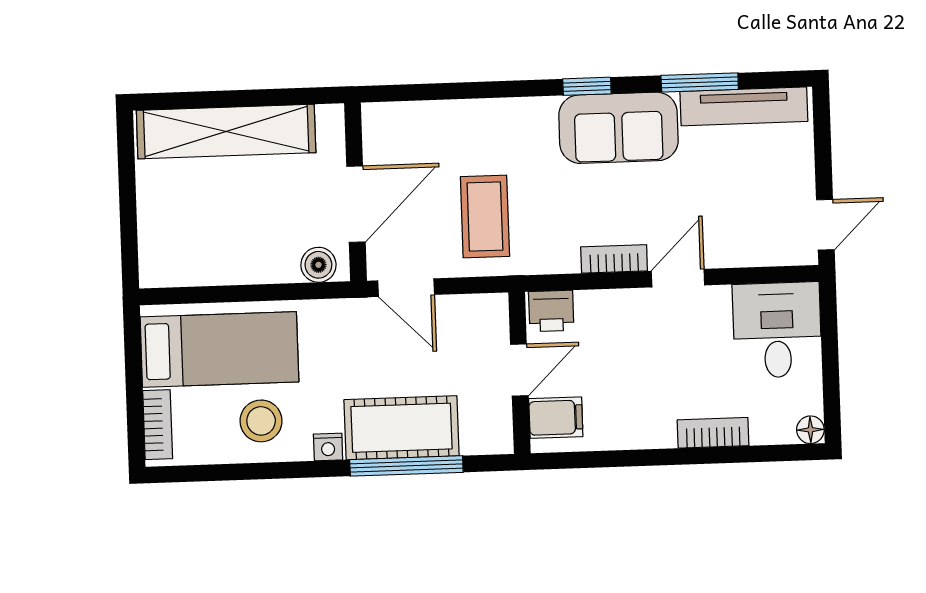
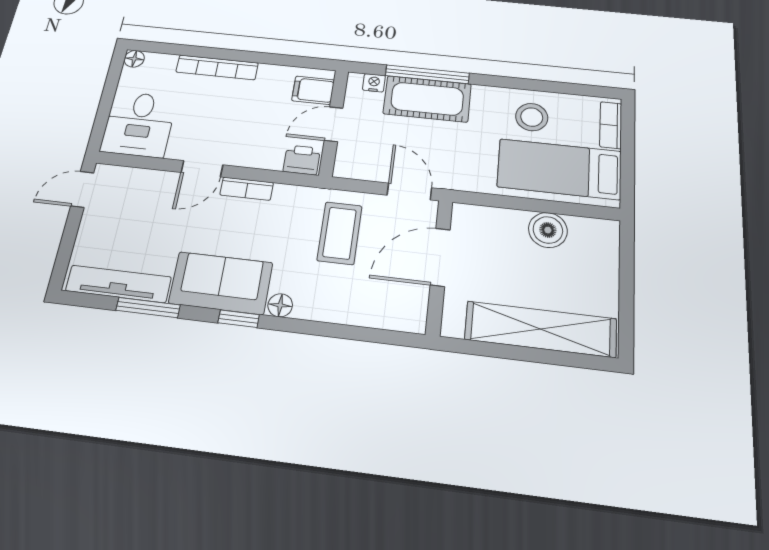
floor lamp: (540, 111) -> (280, 305), added
boiler: (318, 265) -> (548, 230), moved, width x1.36, depth x1.36
bookcase: (713, 433) -> (217, 67), width x1.56
nightstand: (328, 447) -> (374, 83), moved

